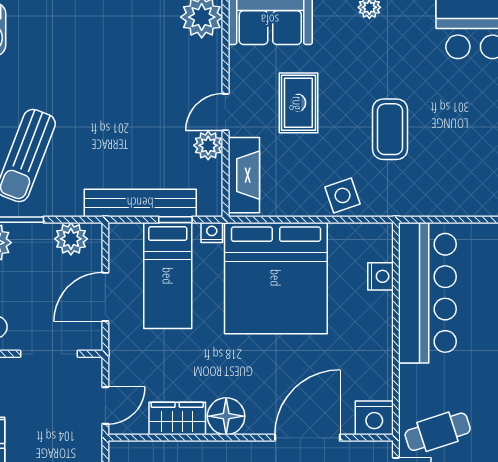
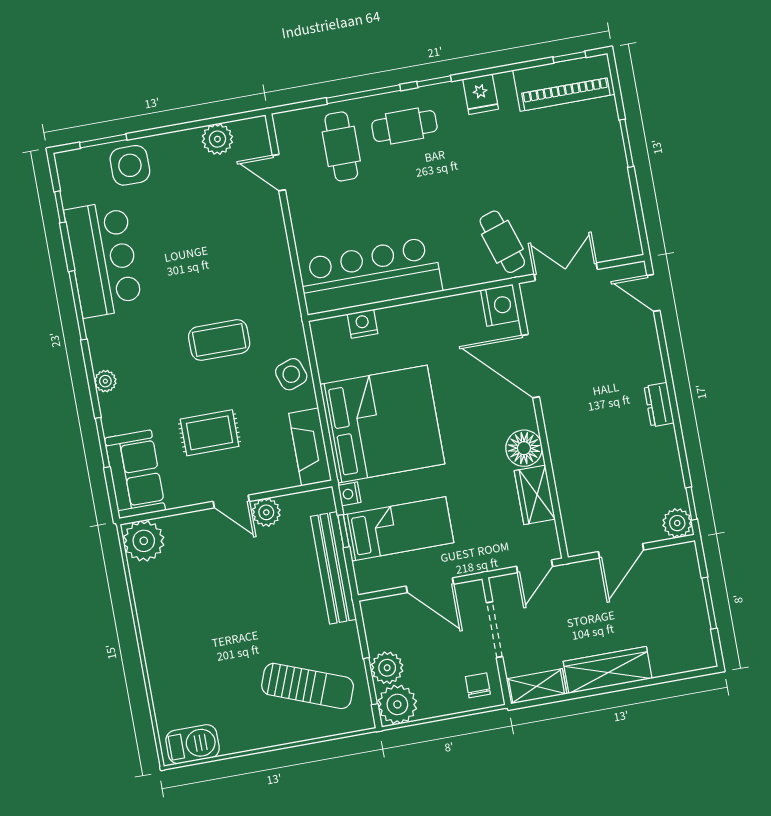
fireplace: (244, 175) -> (310, 447), moved, turned -90
plant: (71, 239) -> (387, 668), moved
door: (105, 406) -> (535, 566), swing flipped

